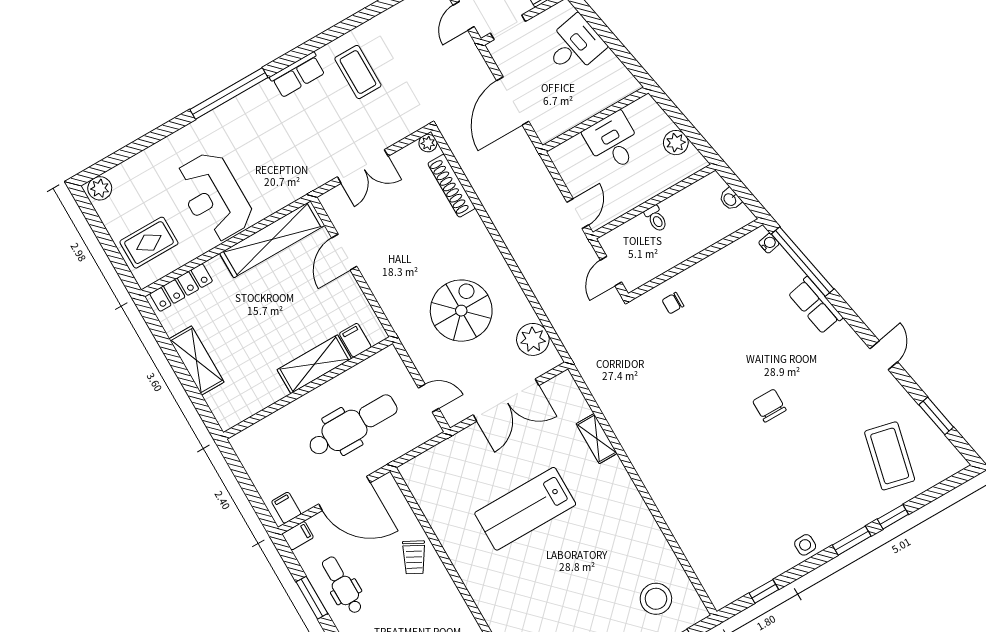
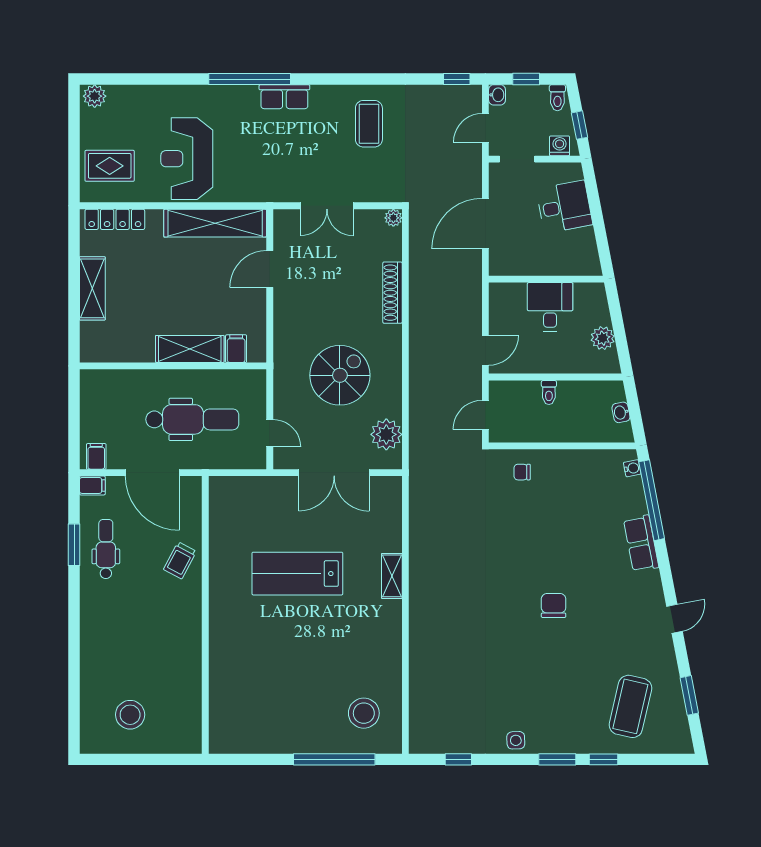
row of seats: (298, 75) -> (284, 97), moved
shoe rack: (452, 186) -> (392, 293), moved
shelving: (597, 439) -> (392, 576), moved

